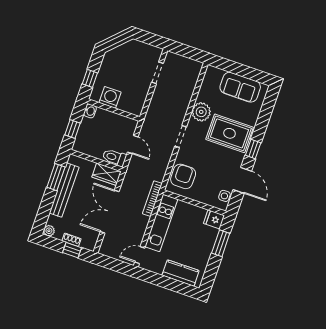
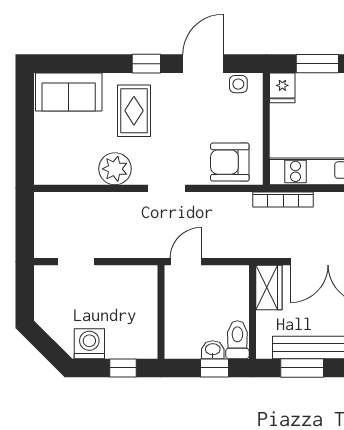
sofa: (240, 87) -> (69, 92), moved, turned 90
washing machine: (110, 97) -> (89, 344), moved, turned 90
washbasin: (90, 111) -> (213, 350), moved
rug: (230, 133) -> (134, 111), width x0.73, depth x0.70
door: (133, 145) -> (186, 262), moved
toilet: (114, 157) -> (237, 340), moved, turned 180

